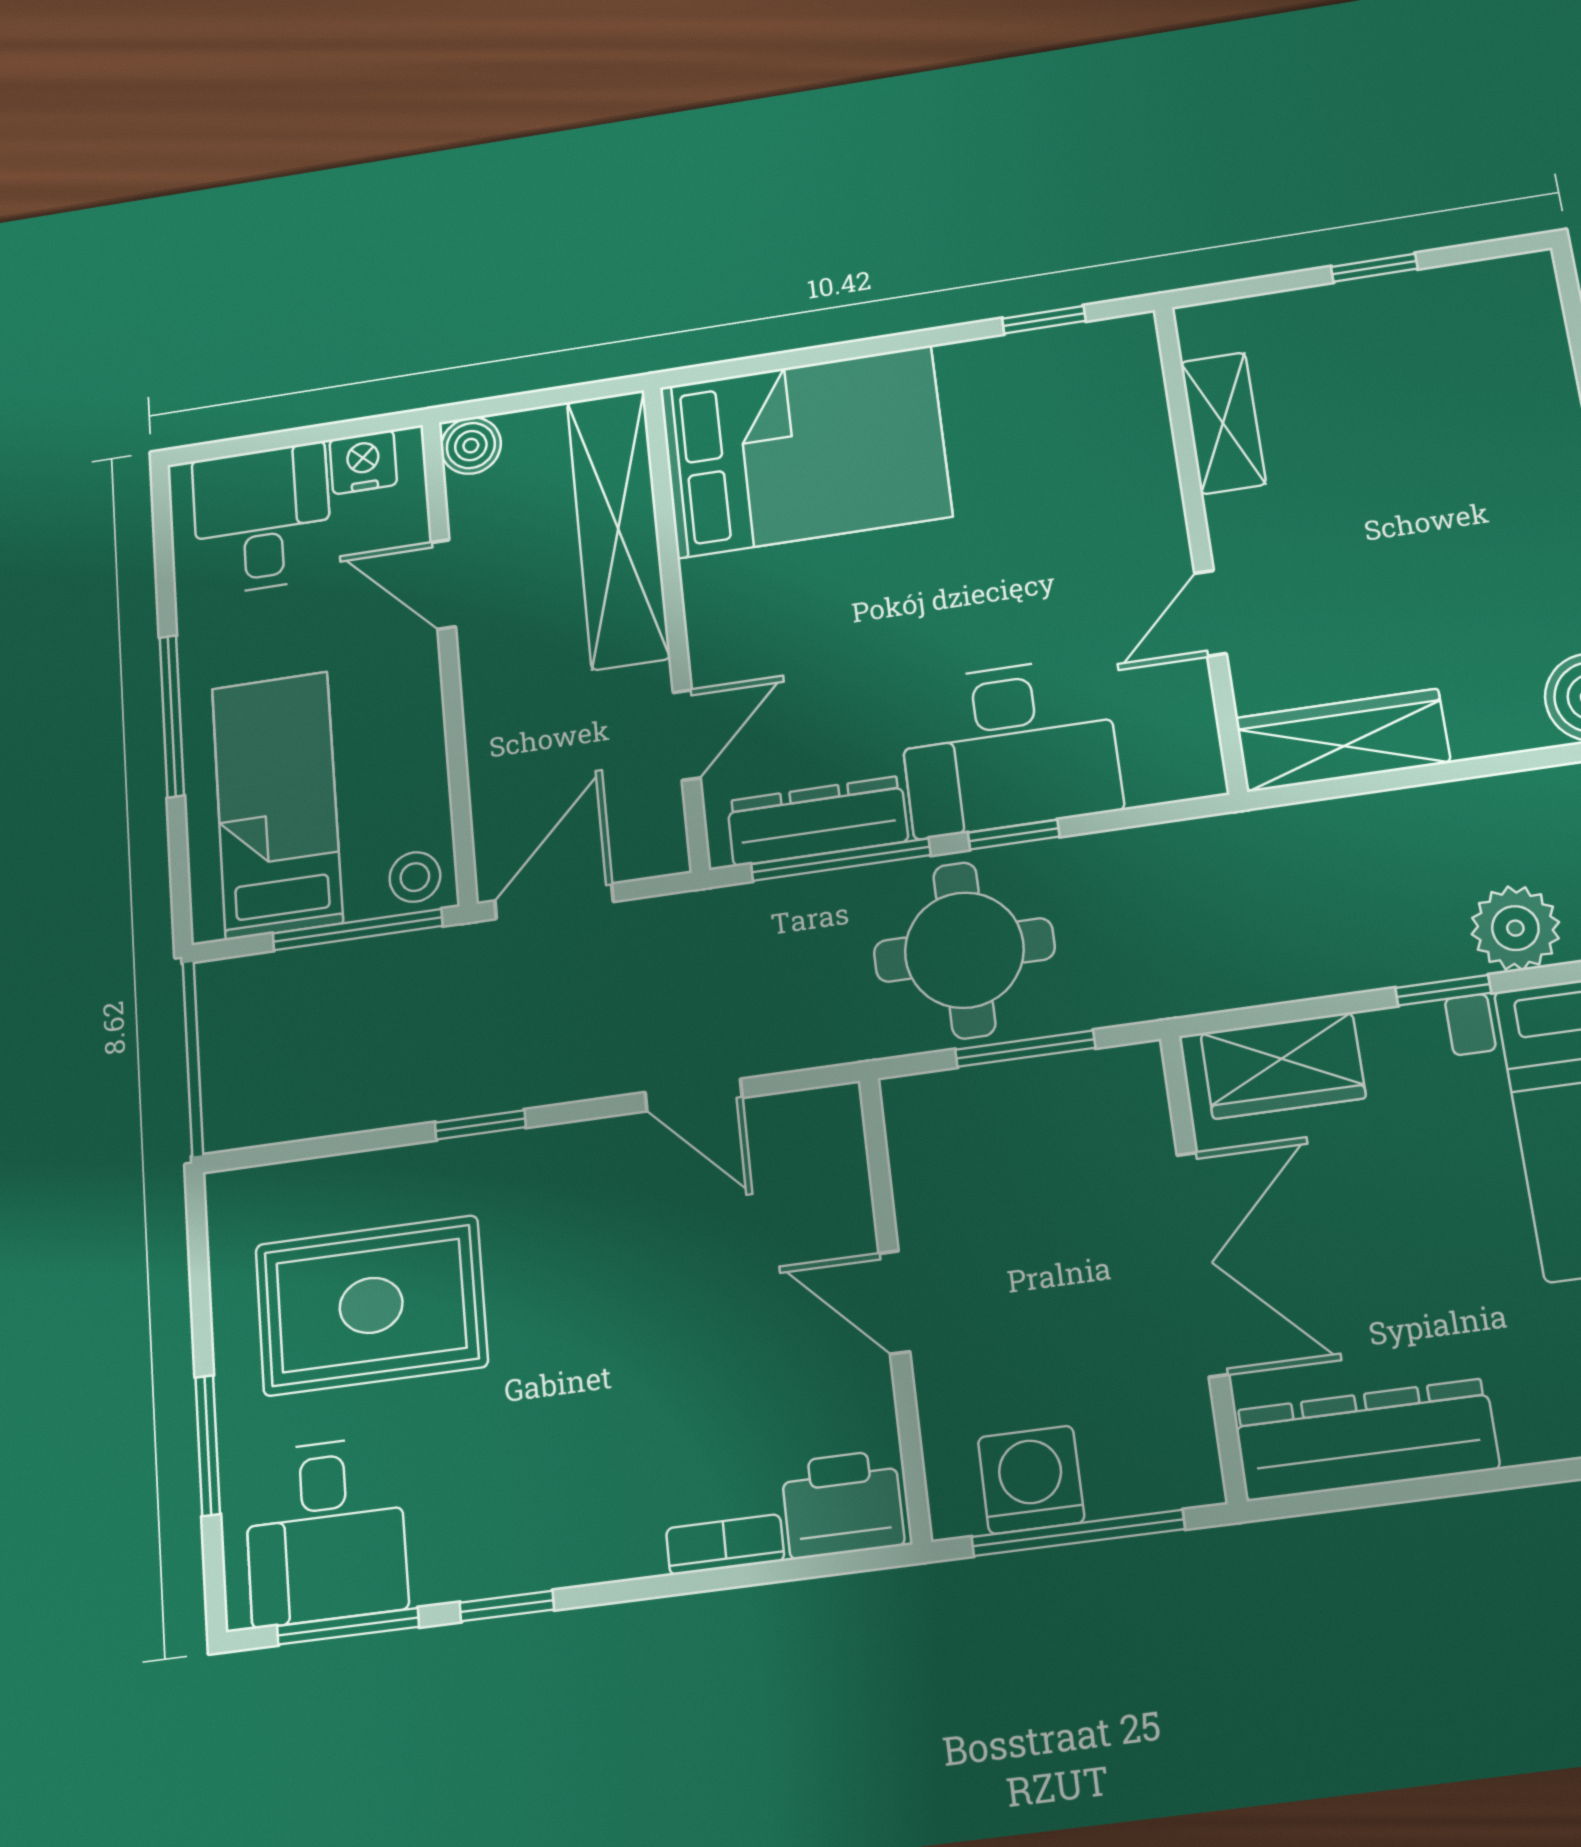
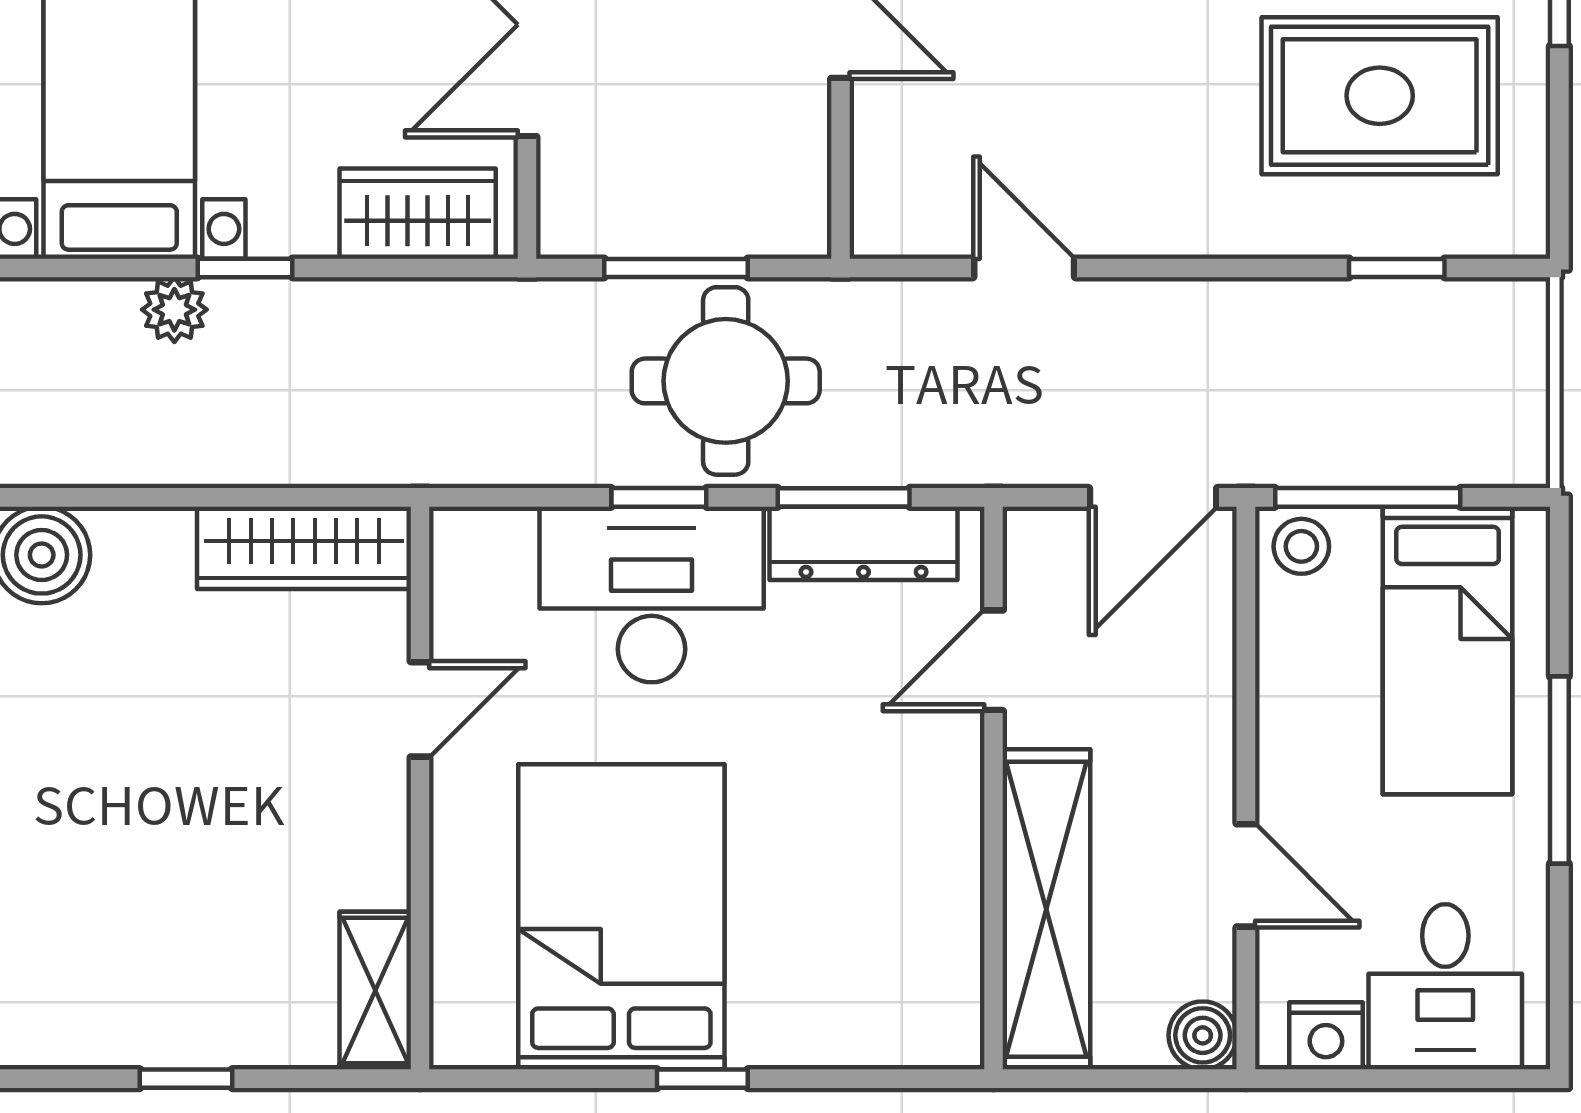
window: (1044, 320) -> (702, 1079), moved
shelving: (1223, 423) -> (375, 990), moved
bed: (805, 451) -> (621, 917), moved, turned 90
window: (841, 860) -> (844, 497), width x0.69
plant: (1515, 928) -> (174, 310), width x0.73, depth x0.73
window: (480, 1125) -> (1397, 268), moved

